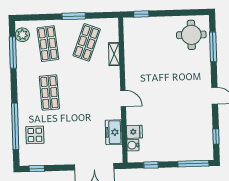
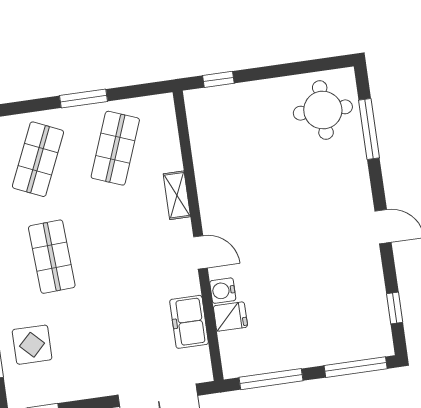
shop shelf: (48, 44) -> (38, 159), turned 30
shelving: (114, 54) -> (177, 195), moved
water cooler: (133, 145) -> (223, 291), moved
window: (151, 165) -> (271, 379), width x2.17

